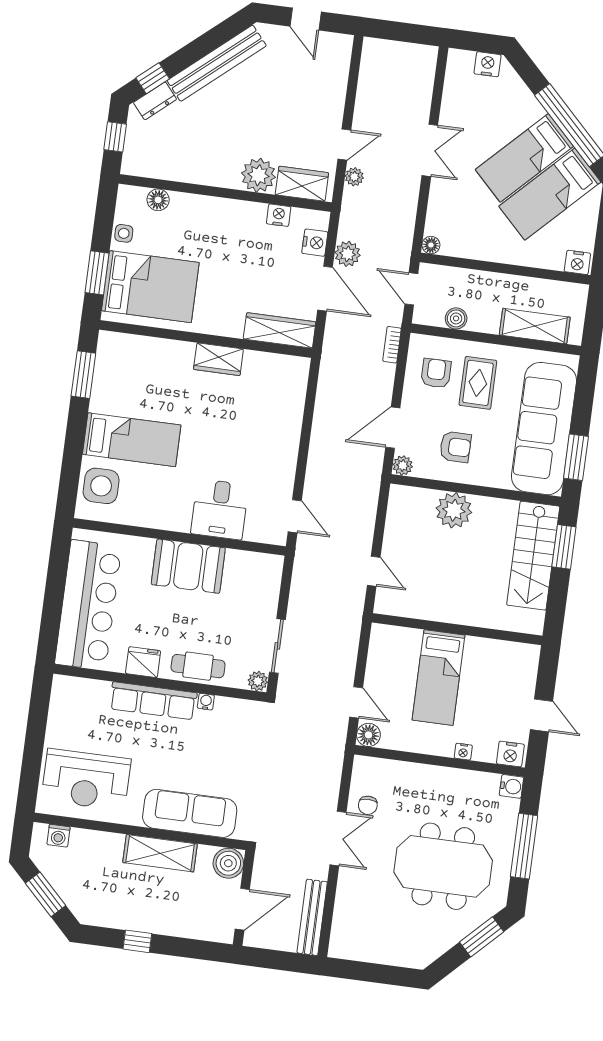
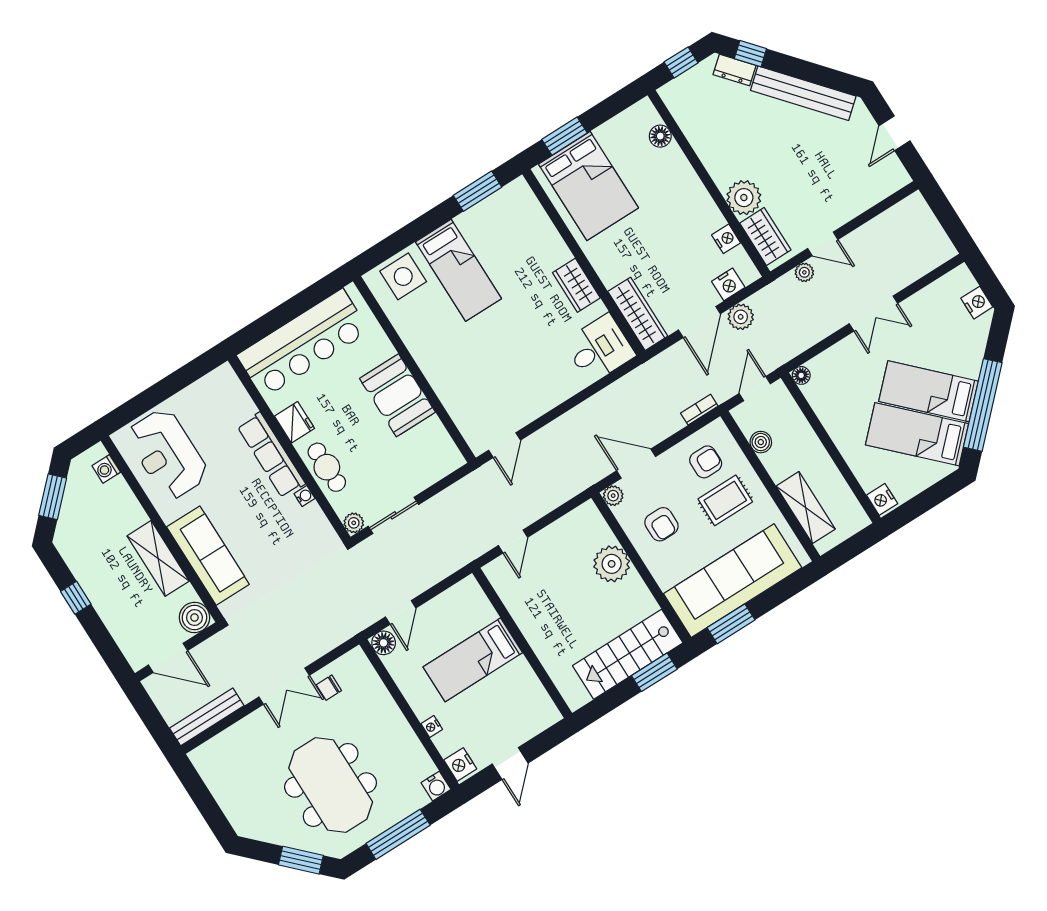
side table: (124, 233) -> (612, 131), removed
desk: (220, 509) -> (599, 349), moved, turned 180

